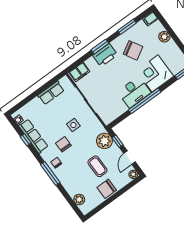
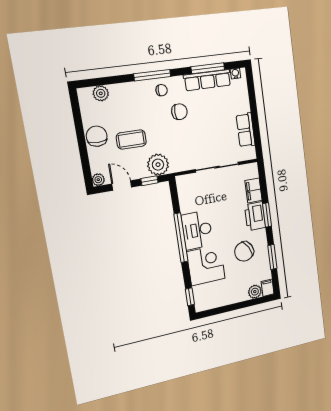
plant: (164, 37) -> (255, 292), moved
filing cabinet: (79, 72) -> (254, 190), moved
side table: (73, 125) -> (196, 137), removed
window: (26, 140) -> (208, 68), width x2.17

